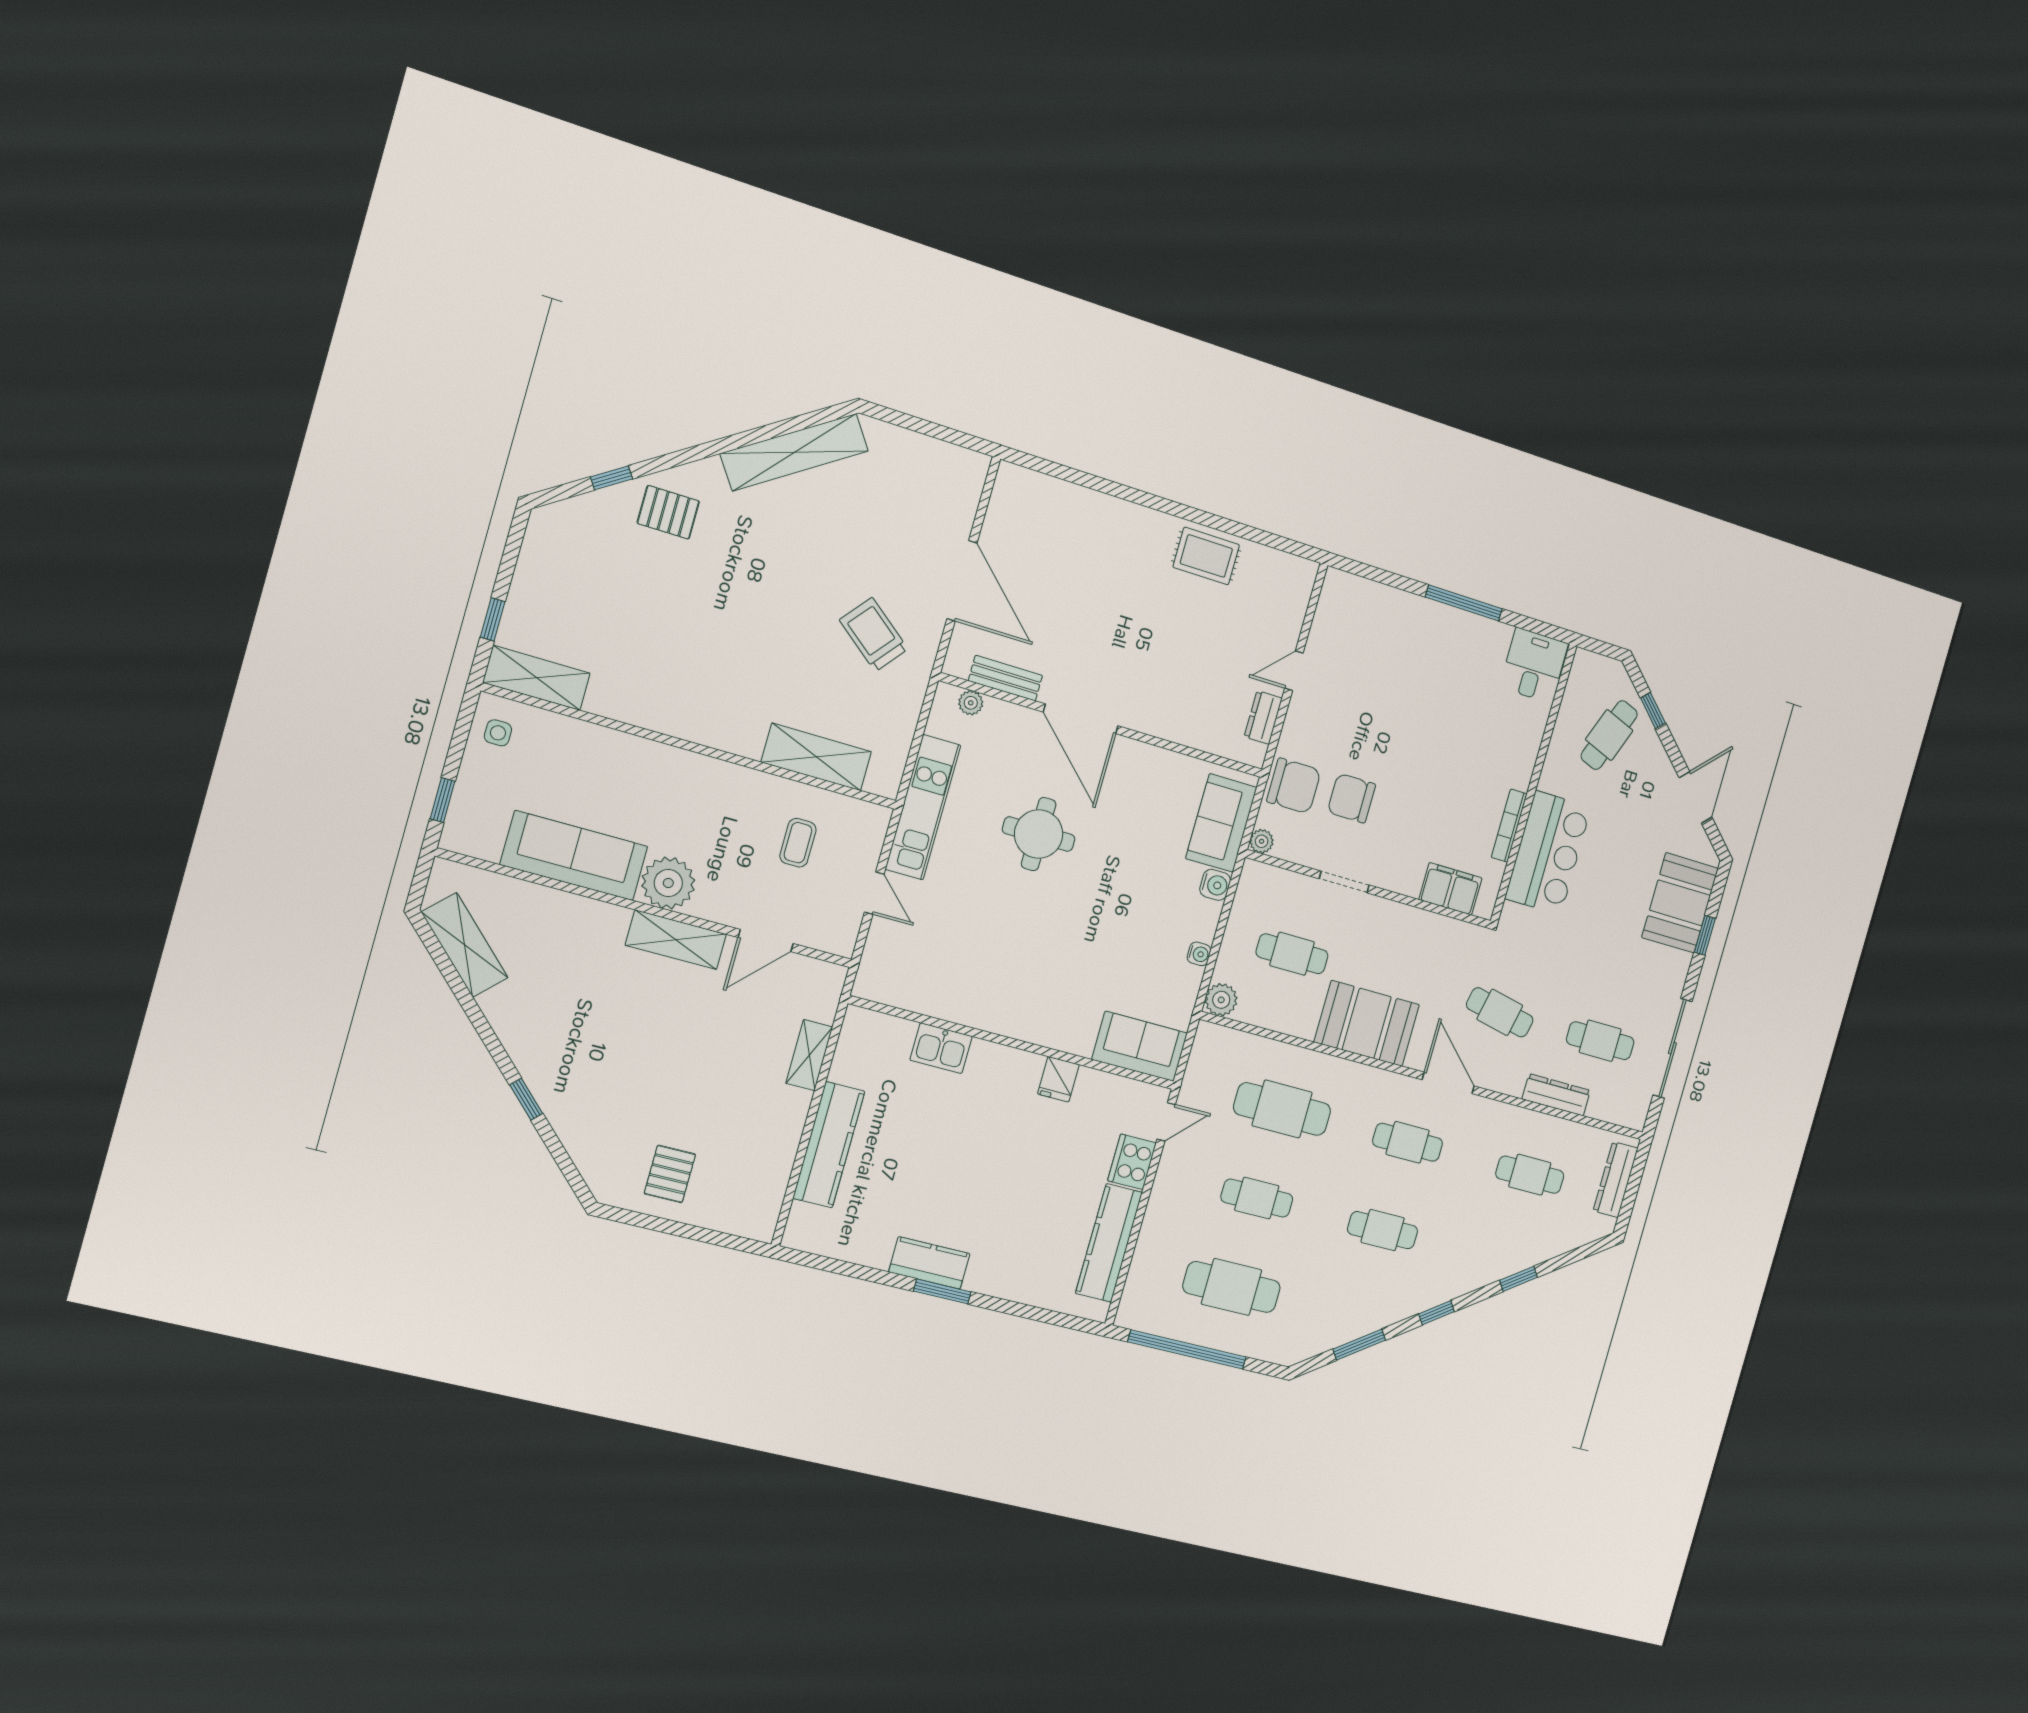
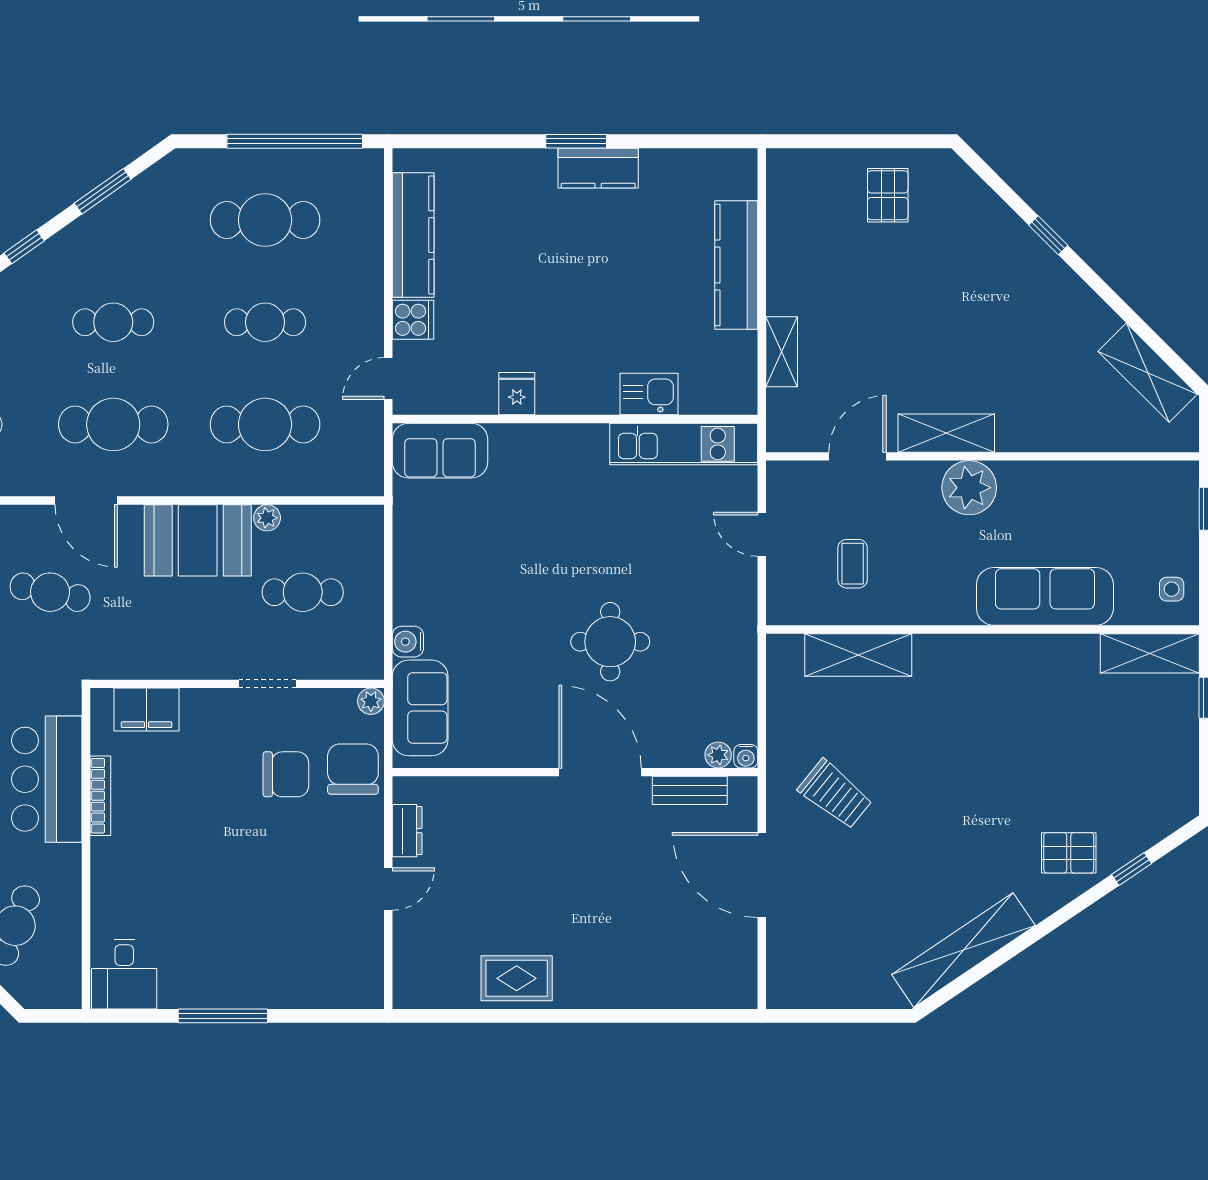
chair: (1294, 786) -> (353, 769), turned 90
kitchen unit: (923, 807) -> (684, 444), moved, turned -90
sofa: (574, 856) -> (1045, 596), moved, turned 180
water cooler: (1199, 954) -> (746, 756), moved, turned -90
plant: (1221, 1000) -> (267, 518), moved, width x0.73, depth x0.73
cafe table: (1408, 1142) -> (113, 424), width x1.37, depth x1.35
cooker: (1132, 1162) -> (413, 320), width x0.73

